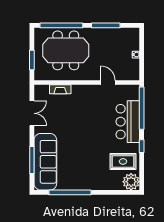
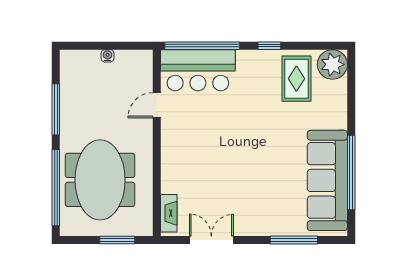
fireplace: (60, 89) -> (169, 213), moved
bar counter: (128, 122) -> (198, 70), moved
sofa: (45, 162) -> (327, 180), moved, turned -90

